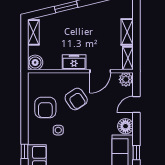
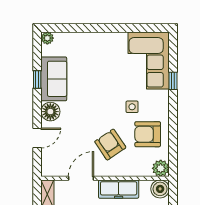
freezer: (74, 62) -> (119, 189), width x1.40
plant: (126, 79) -> (161, 168), moved
armchair: (45, 108) -> (148, 134), turned -90

